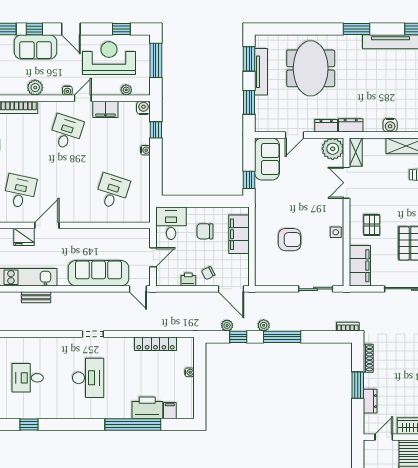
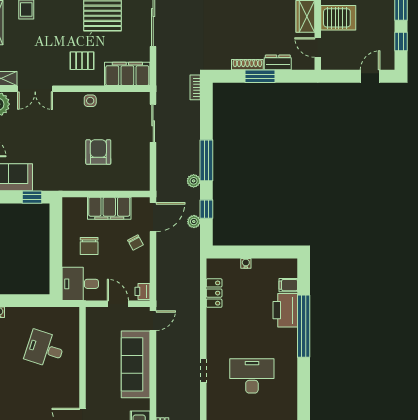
filing cabinet: (239, 234) -> (109, 208), moved
printer: (188, 279) -> (143, 291), moved
locker: (156, 344) -> (214, 293), width x0.66
shoe rack: (368, 358) -> (247, 65), moved

